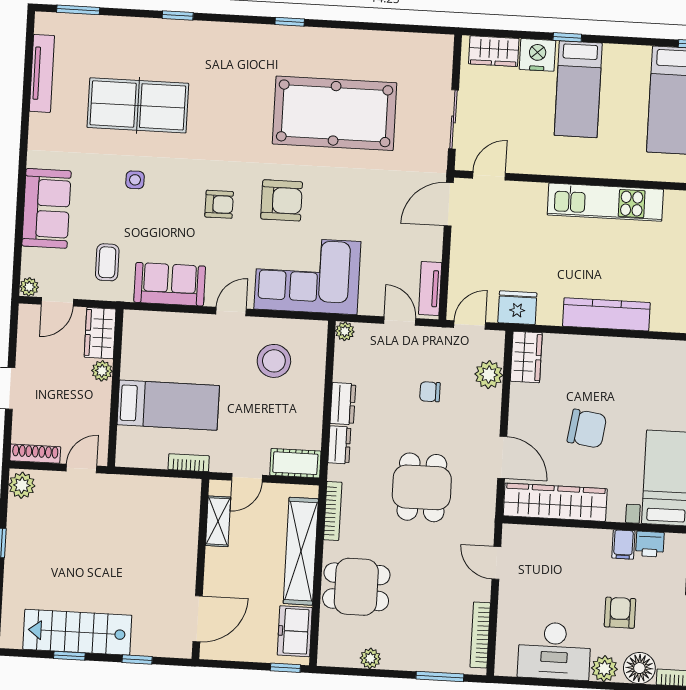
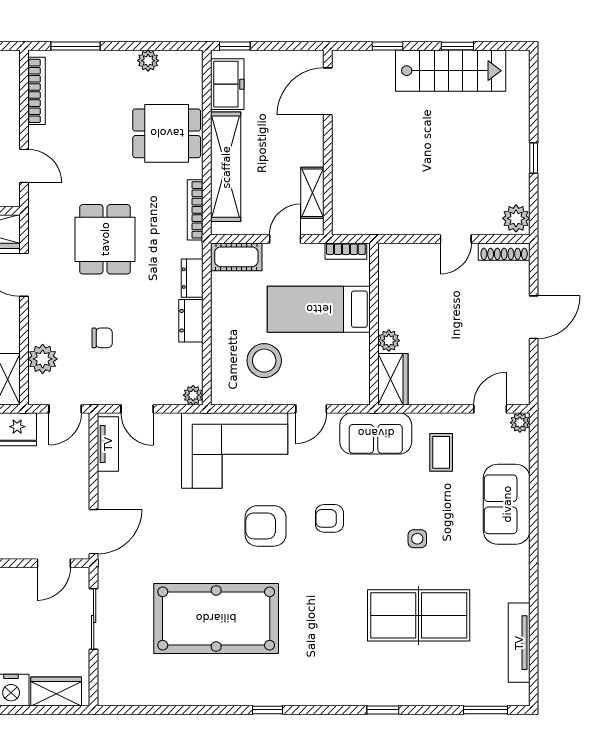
wardrobe: (100, 333) -> (393, 379), moved
plant: (102, 371) -> (389, 341), moved
wall: (115, 388) -> (374, 324), moved
bed: (168, 405) -> (319, 309), moved

